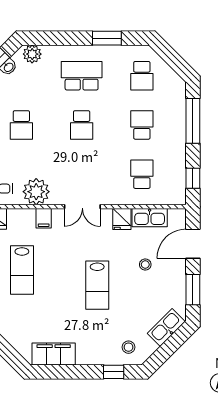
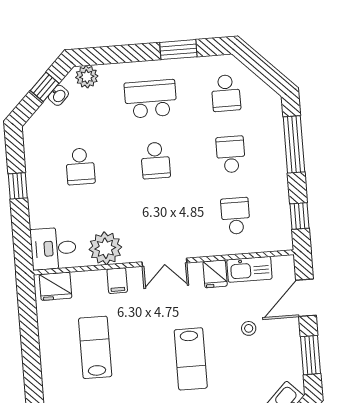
lab bench: (22, 270) -> (95, 347), turned 180

